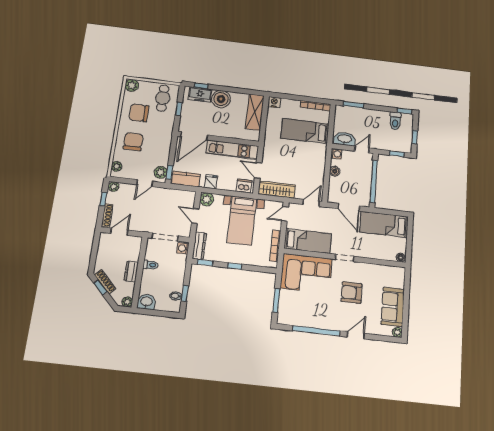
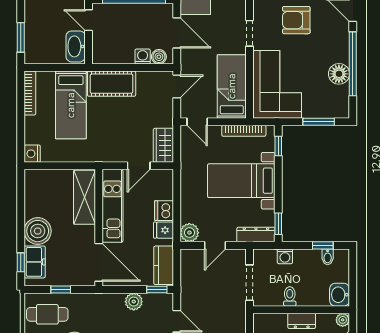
shelving: (255, 112) -> (85, 197), moved, turned 90
washing machine: (336, 154) -> (143, 57), moved
cot: (317, 159) -> (112, 84), added
boiler: (335, 171) -> (159, 57), moved
plant: (161, 172) -> (134, 302), moved
dishwasher: (244, 186) -> (164, 211), moved
wardrobe: (277, 190) -> (163, 145), width x0.67
door: (311, 203) -> (177, 86), swing flipped
door: (349, 207) -> (177, 33), hinge flipped
bed with nightstands: (242, 220) -> (241, 181), moved, turned 180
washing machine: (183, 248) -> (285, 256), moved
window: (235, 266) -> (278, 146), moved
armchair: (352, 293) -> (296, 20), turned 90
floor lamp: (310, 320) -> (339, 74), added

